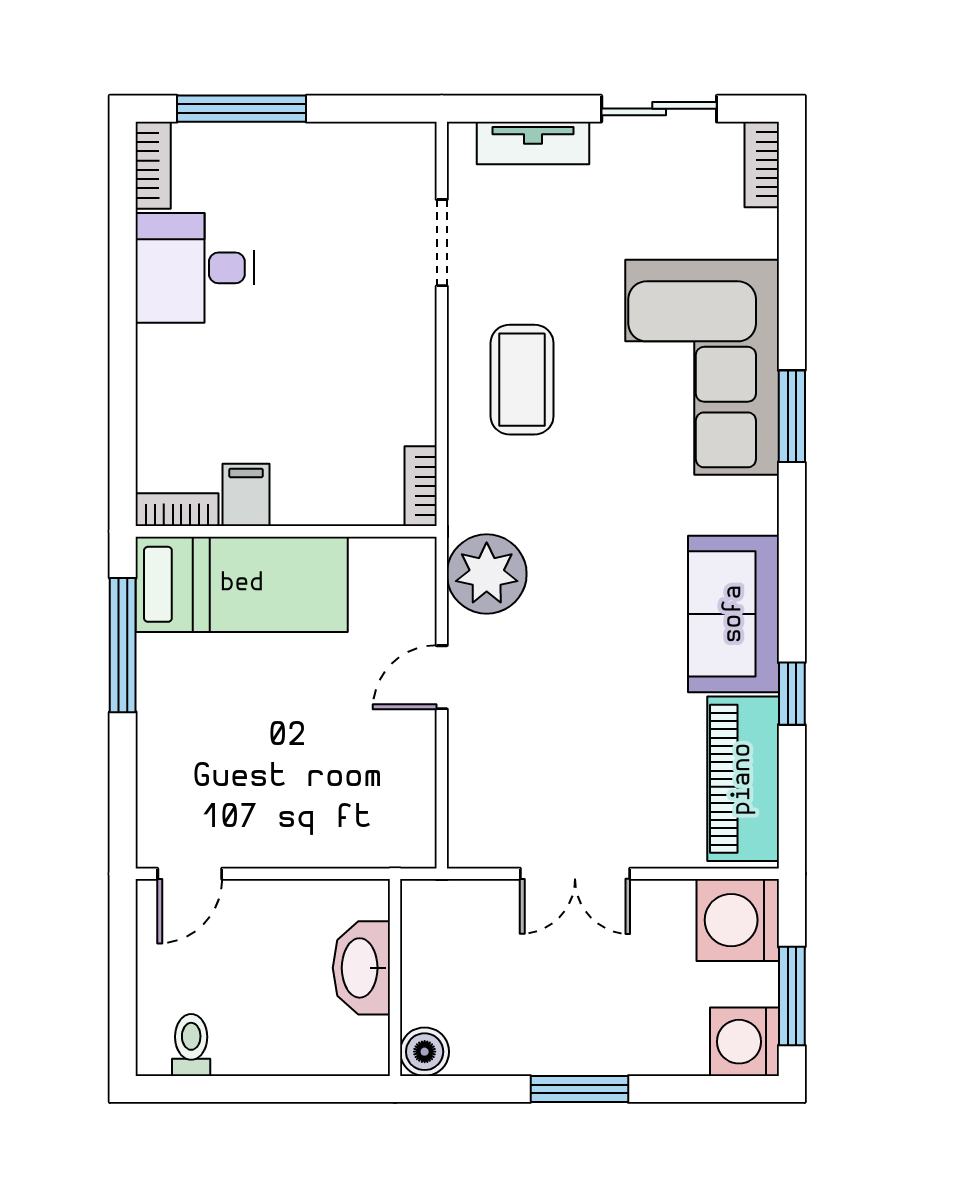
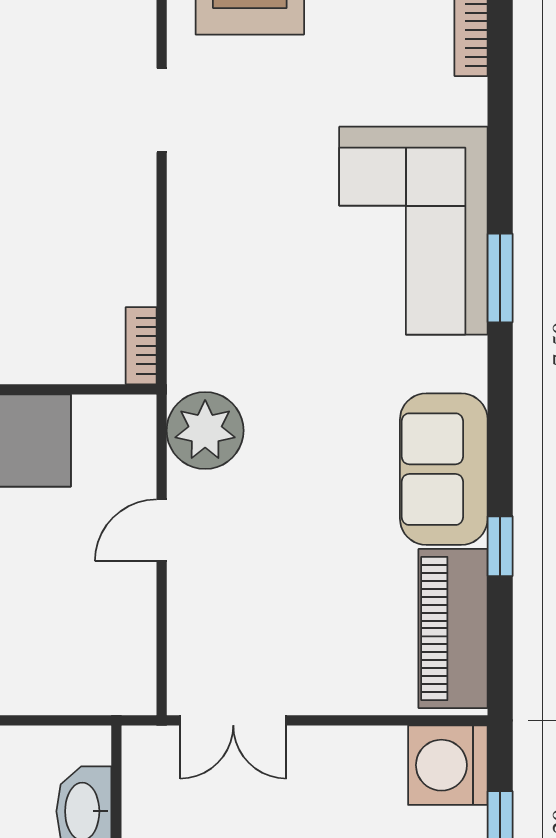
coffee table: (522, 380) -> (239, 243), removed
double door: (575, 874) -> (233, 720), moved

